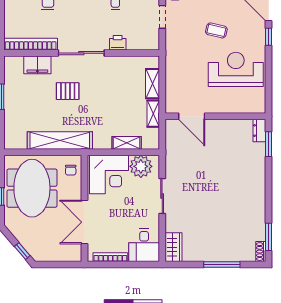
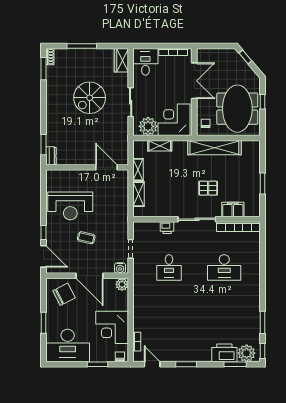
spiral stairs: (212, 201) -> (90, 98), added

